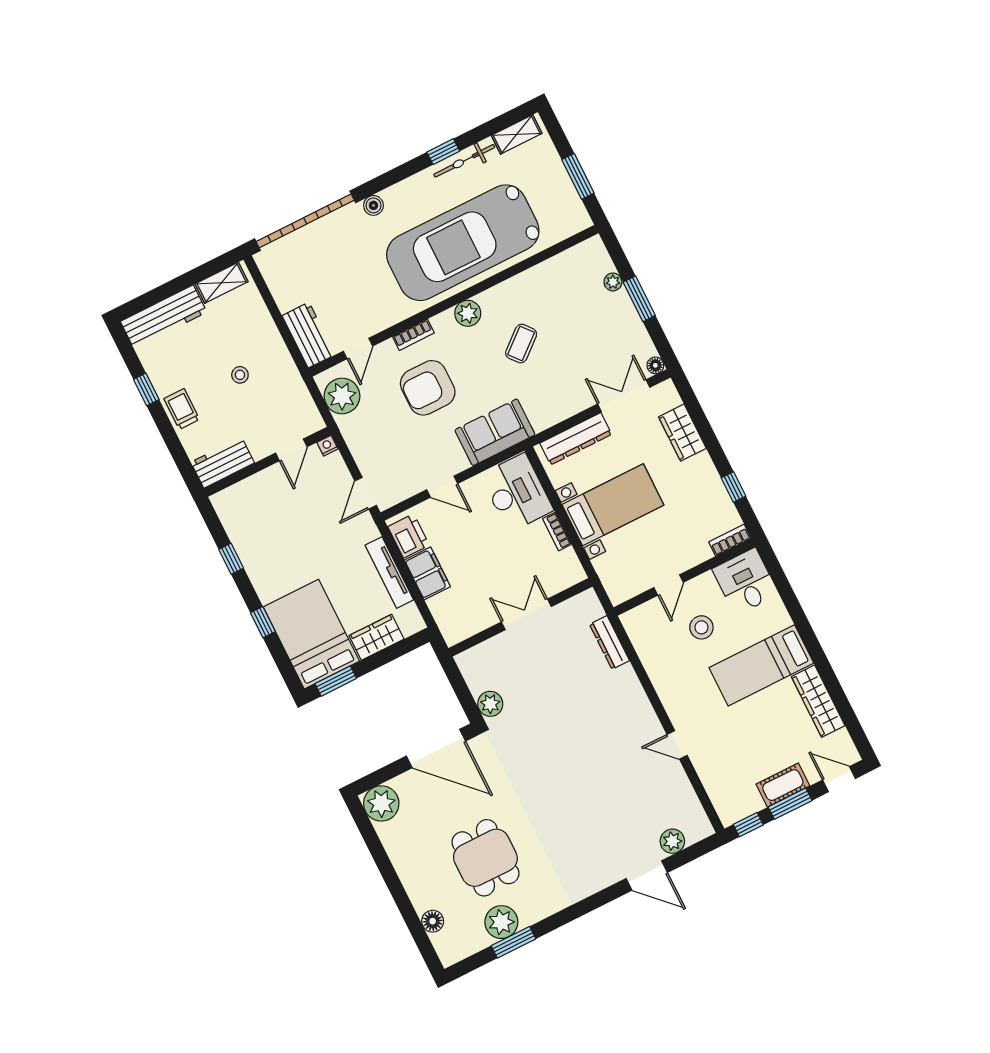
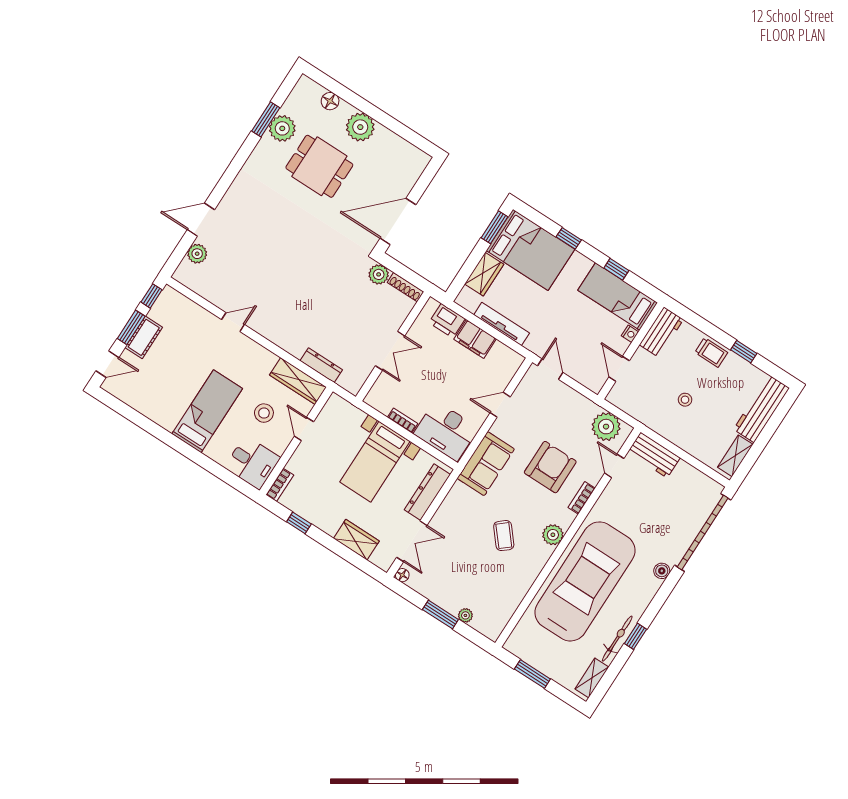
nightstand: (327, 446) -> (630, 334), moved
bed: (247, 529) -> (618, 296), added
printer: (409, 536) -> (447, 321), moved
shoe rack: (469, 673) -> (405, 287), added
wardrobe: (818, 701) -> (298, 381), moved, turned 180
plant: (381, 803) -> (360, 127), moved

